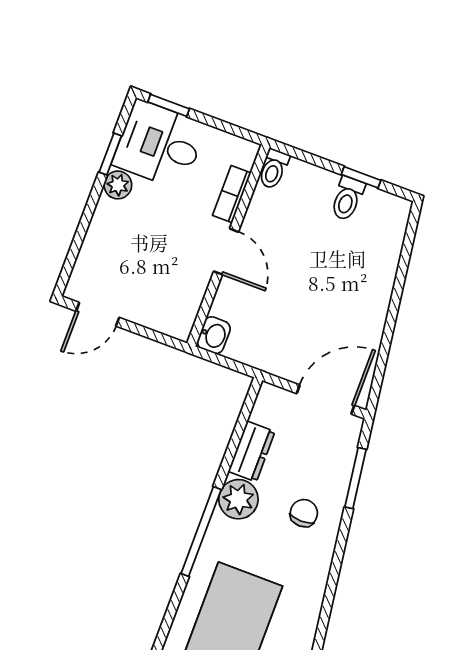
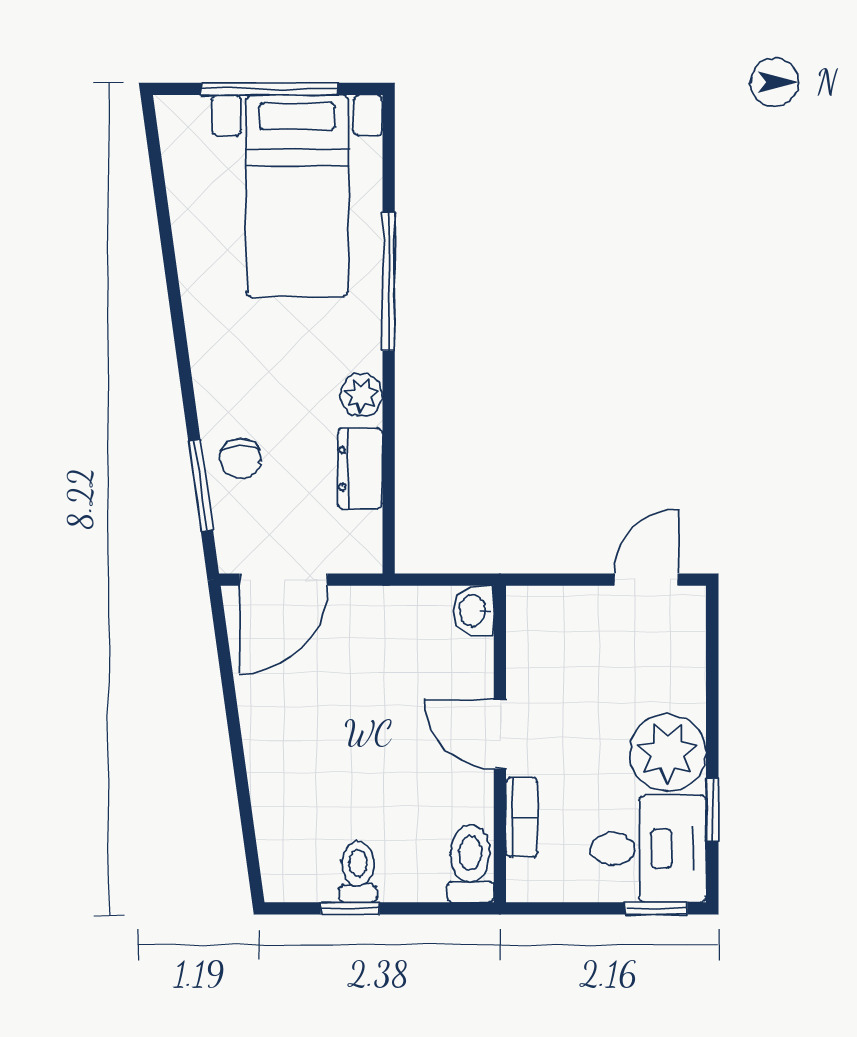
toilet: (274, 169) -> (470, 864), width x1.37, depth x1.39
plant: (118, 185) -> (668, 753), width x1.87, depth x1.87
plant: (238, 499) -> (361, 395), width x0.73, depth x0.73
chair: (304, 513) -> (240, 458), moved
window: (201, 531) -> (389, 282), moved

